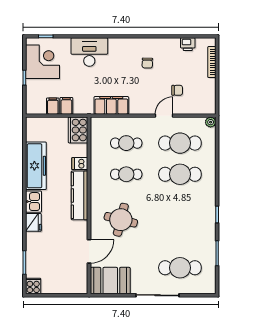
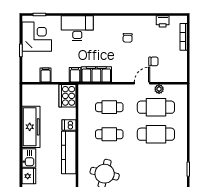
filing cabinet: (66, 106) -> (75, 75), moved
plant: (211, 122) -> (159, 89), moved

